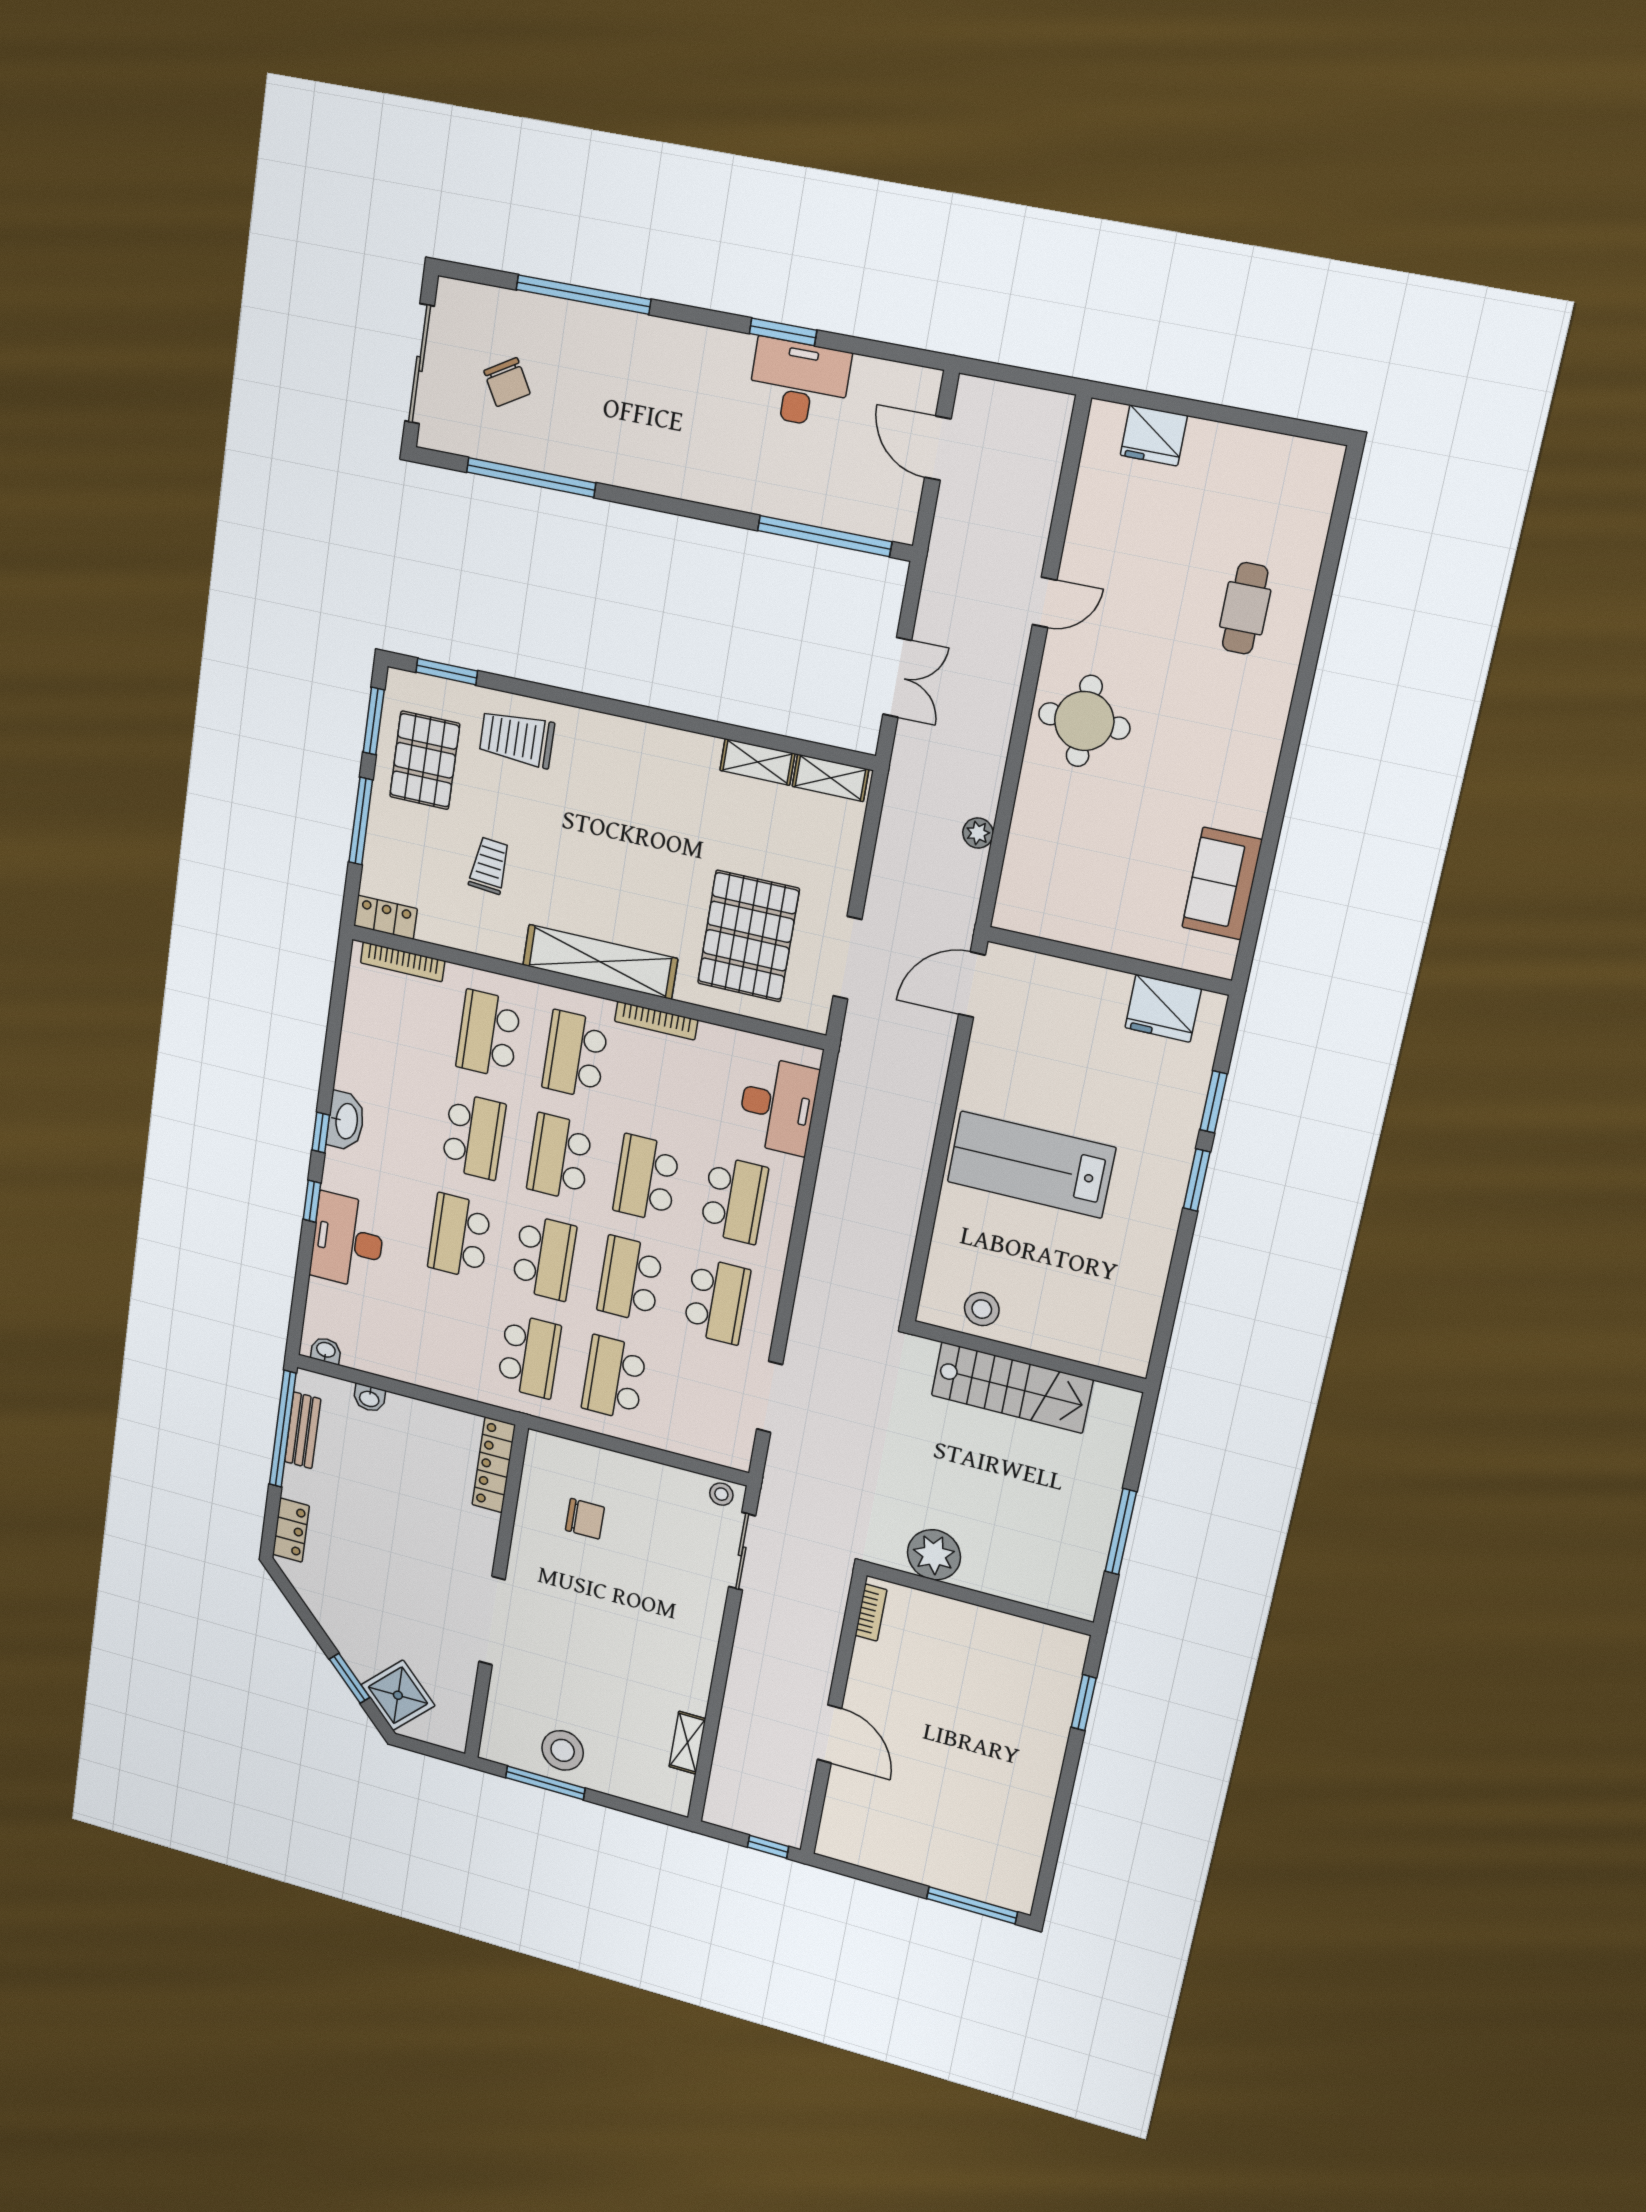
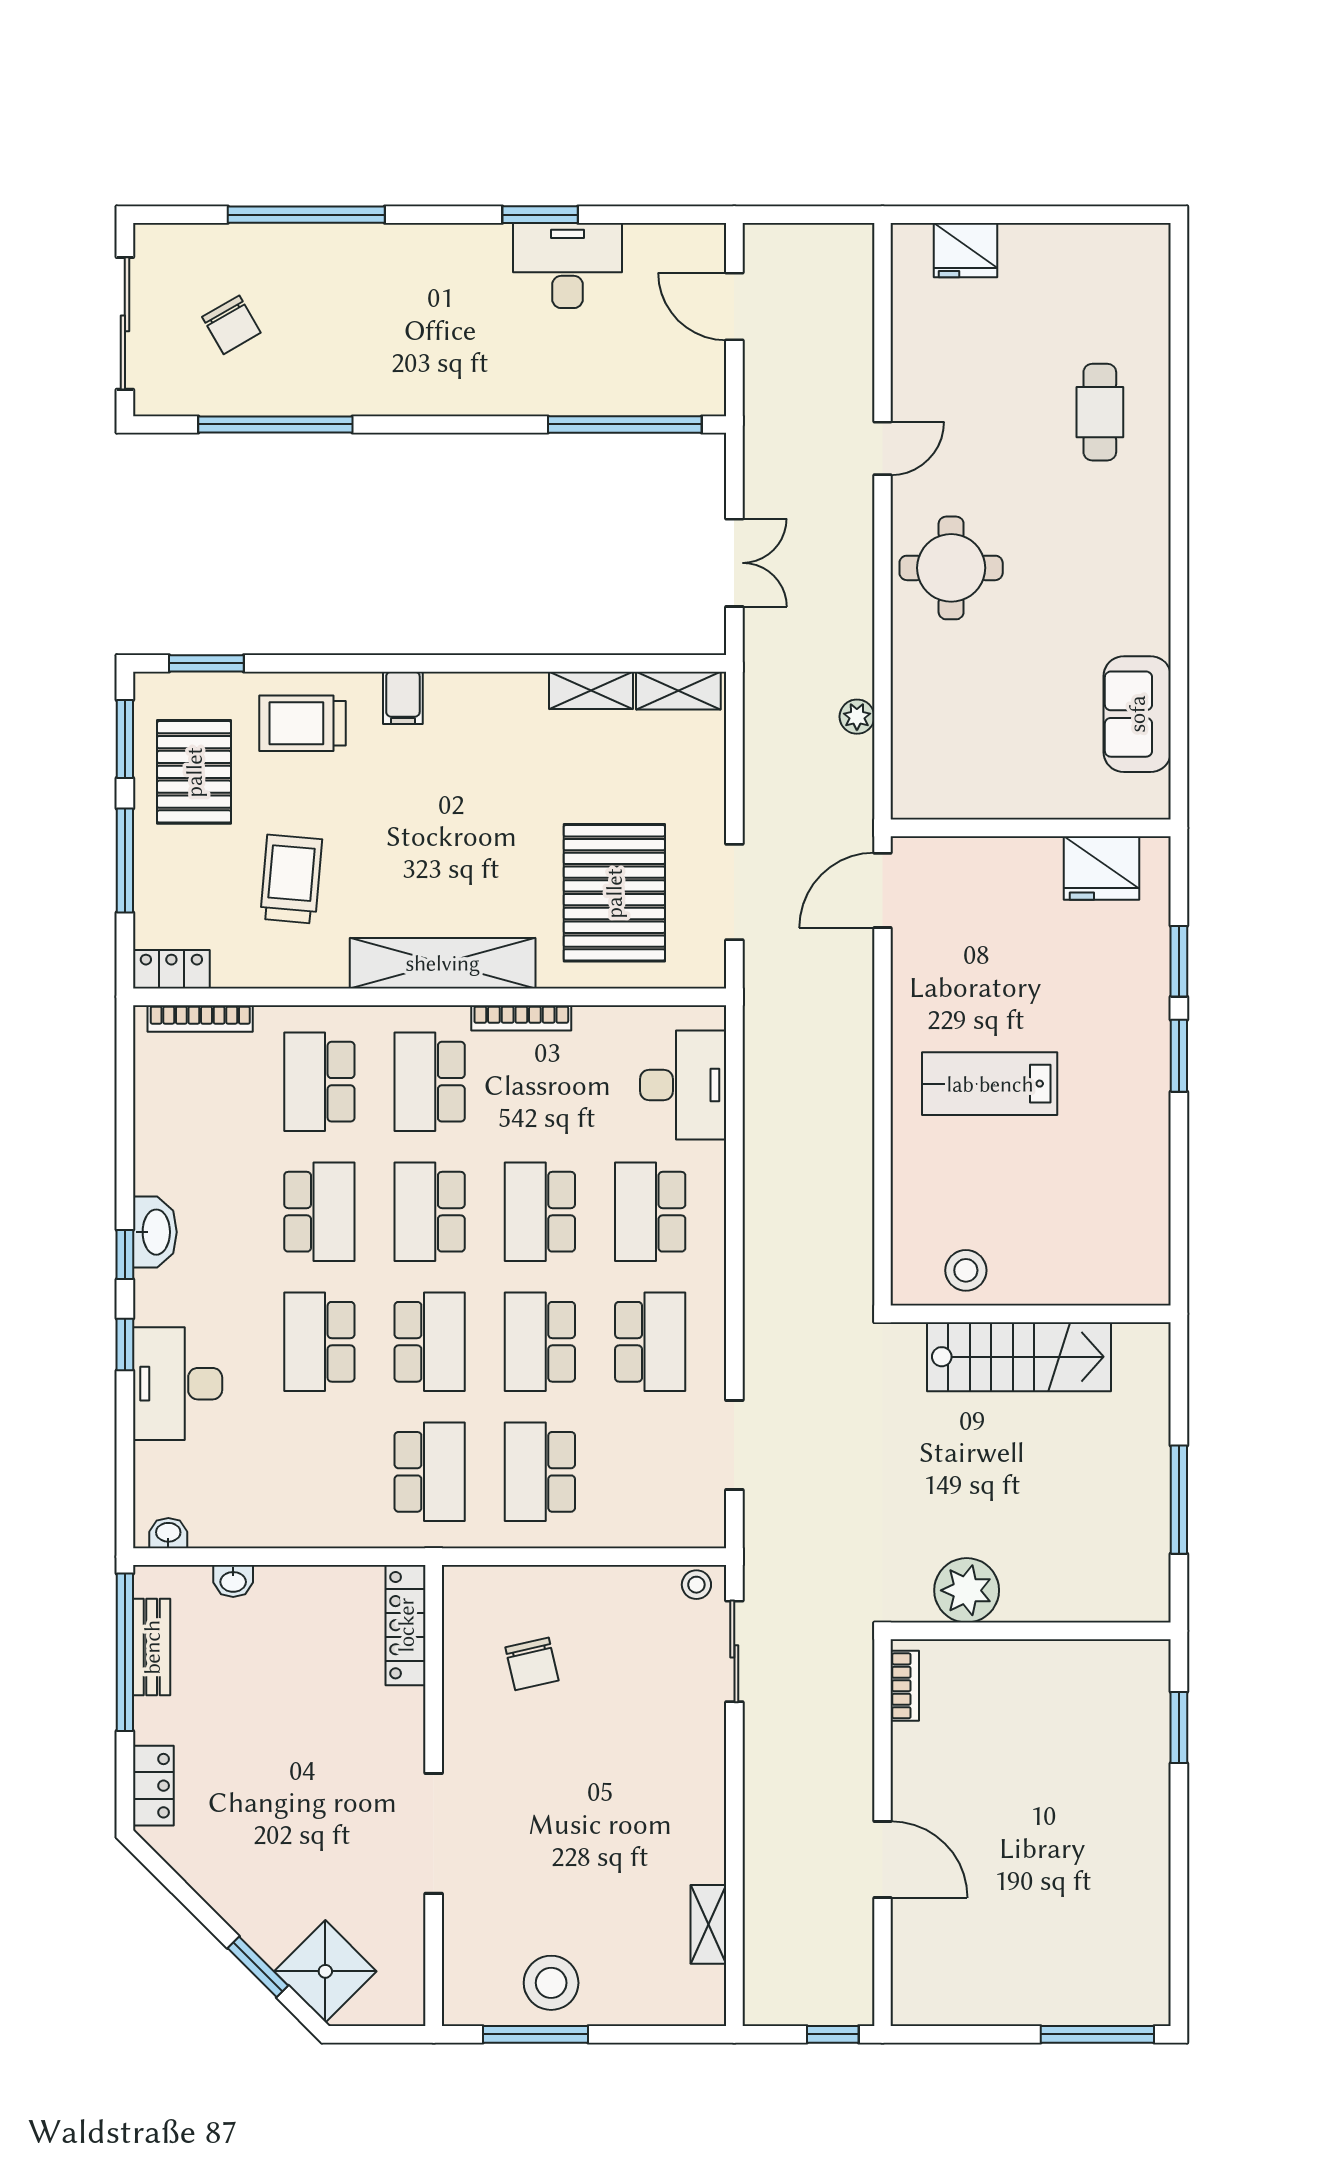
filing cabinet: (601, 735) -> (403, 698), added
trolley: (489, 866) -> (291, 879), width x1.36, depth x1.39
lab bench: (1031, 1165) -> (990, 1084), width x0.73, depth x0.72
school desk: (734, 1200) -> (650, 1212), turned 180
chair: (585, 1519) -> (532, 1664), turned 77

